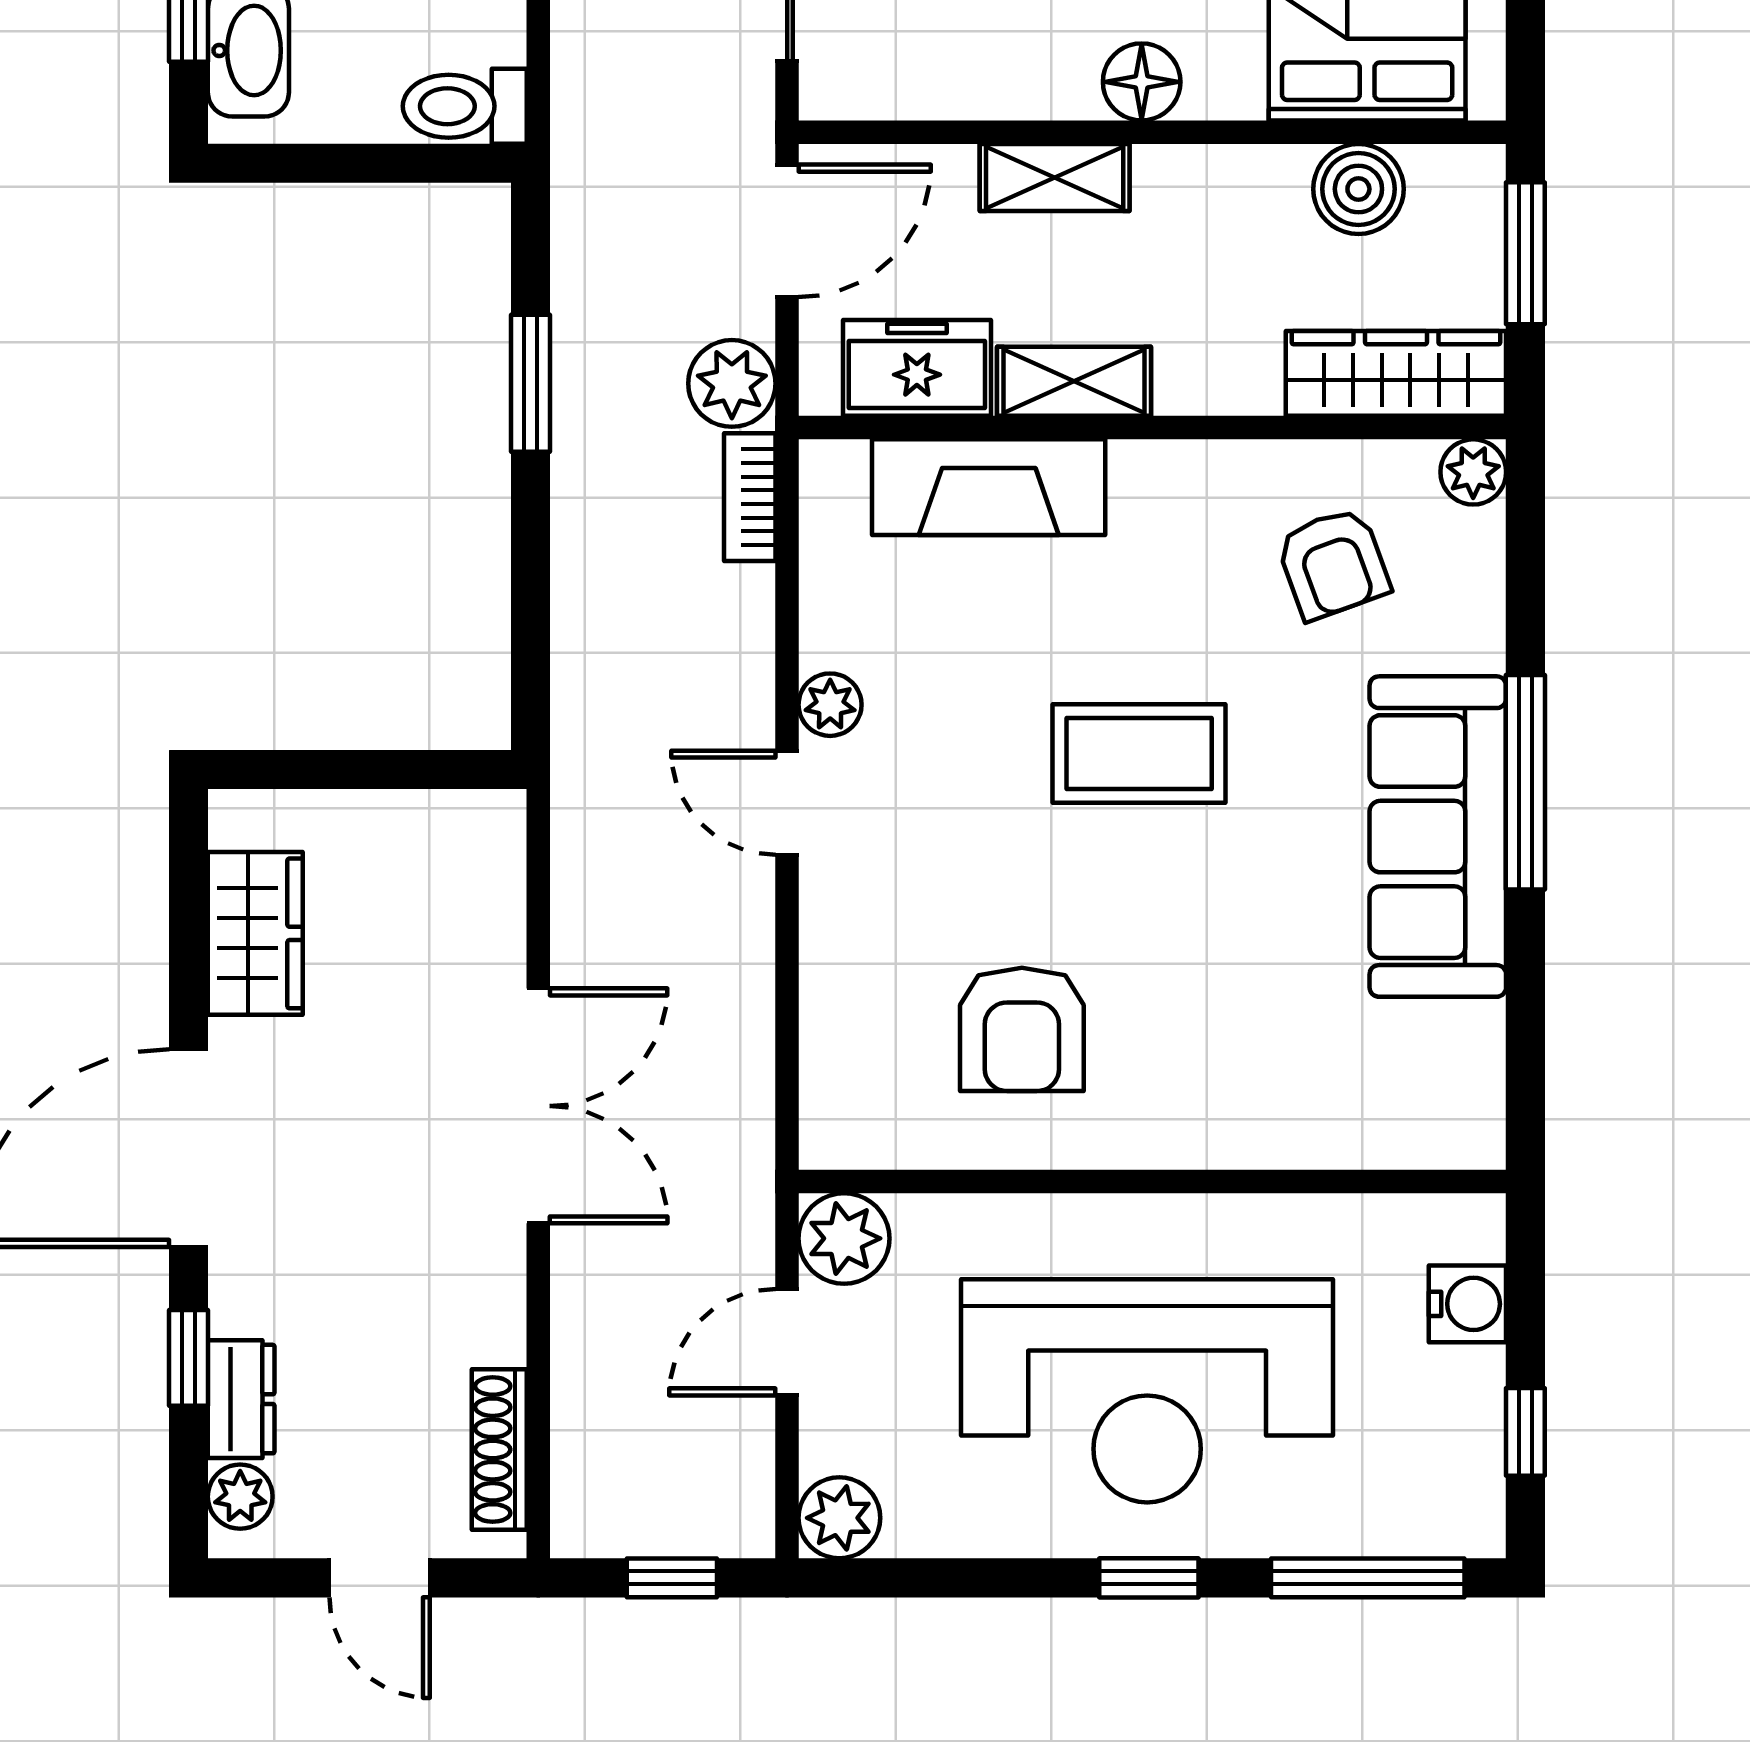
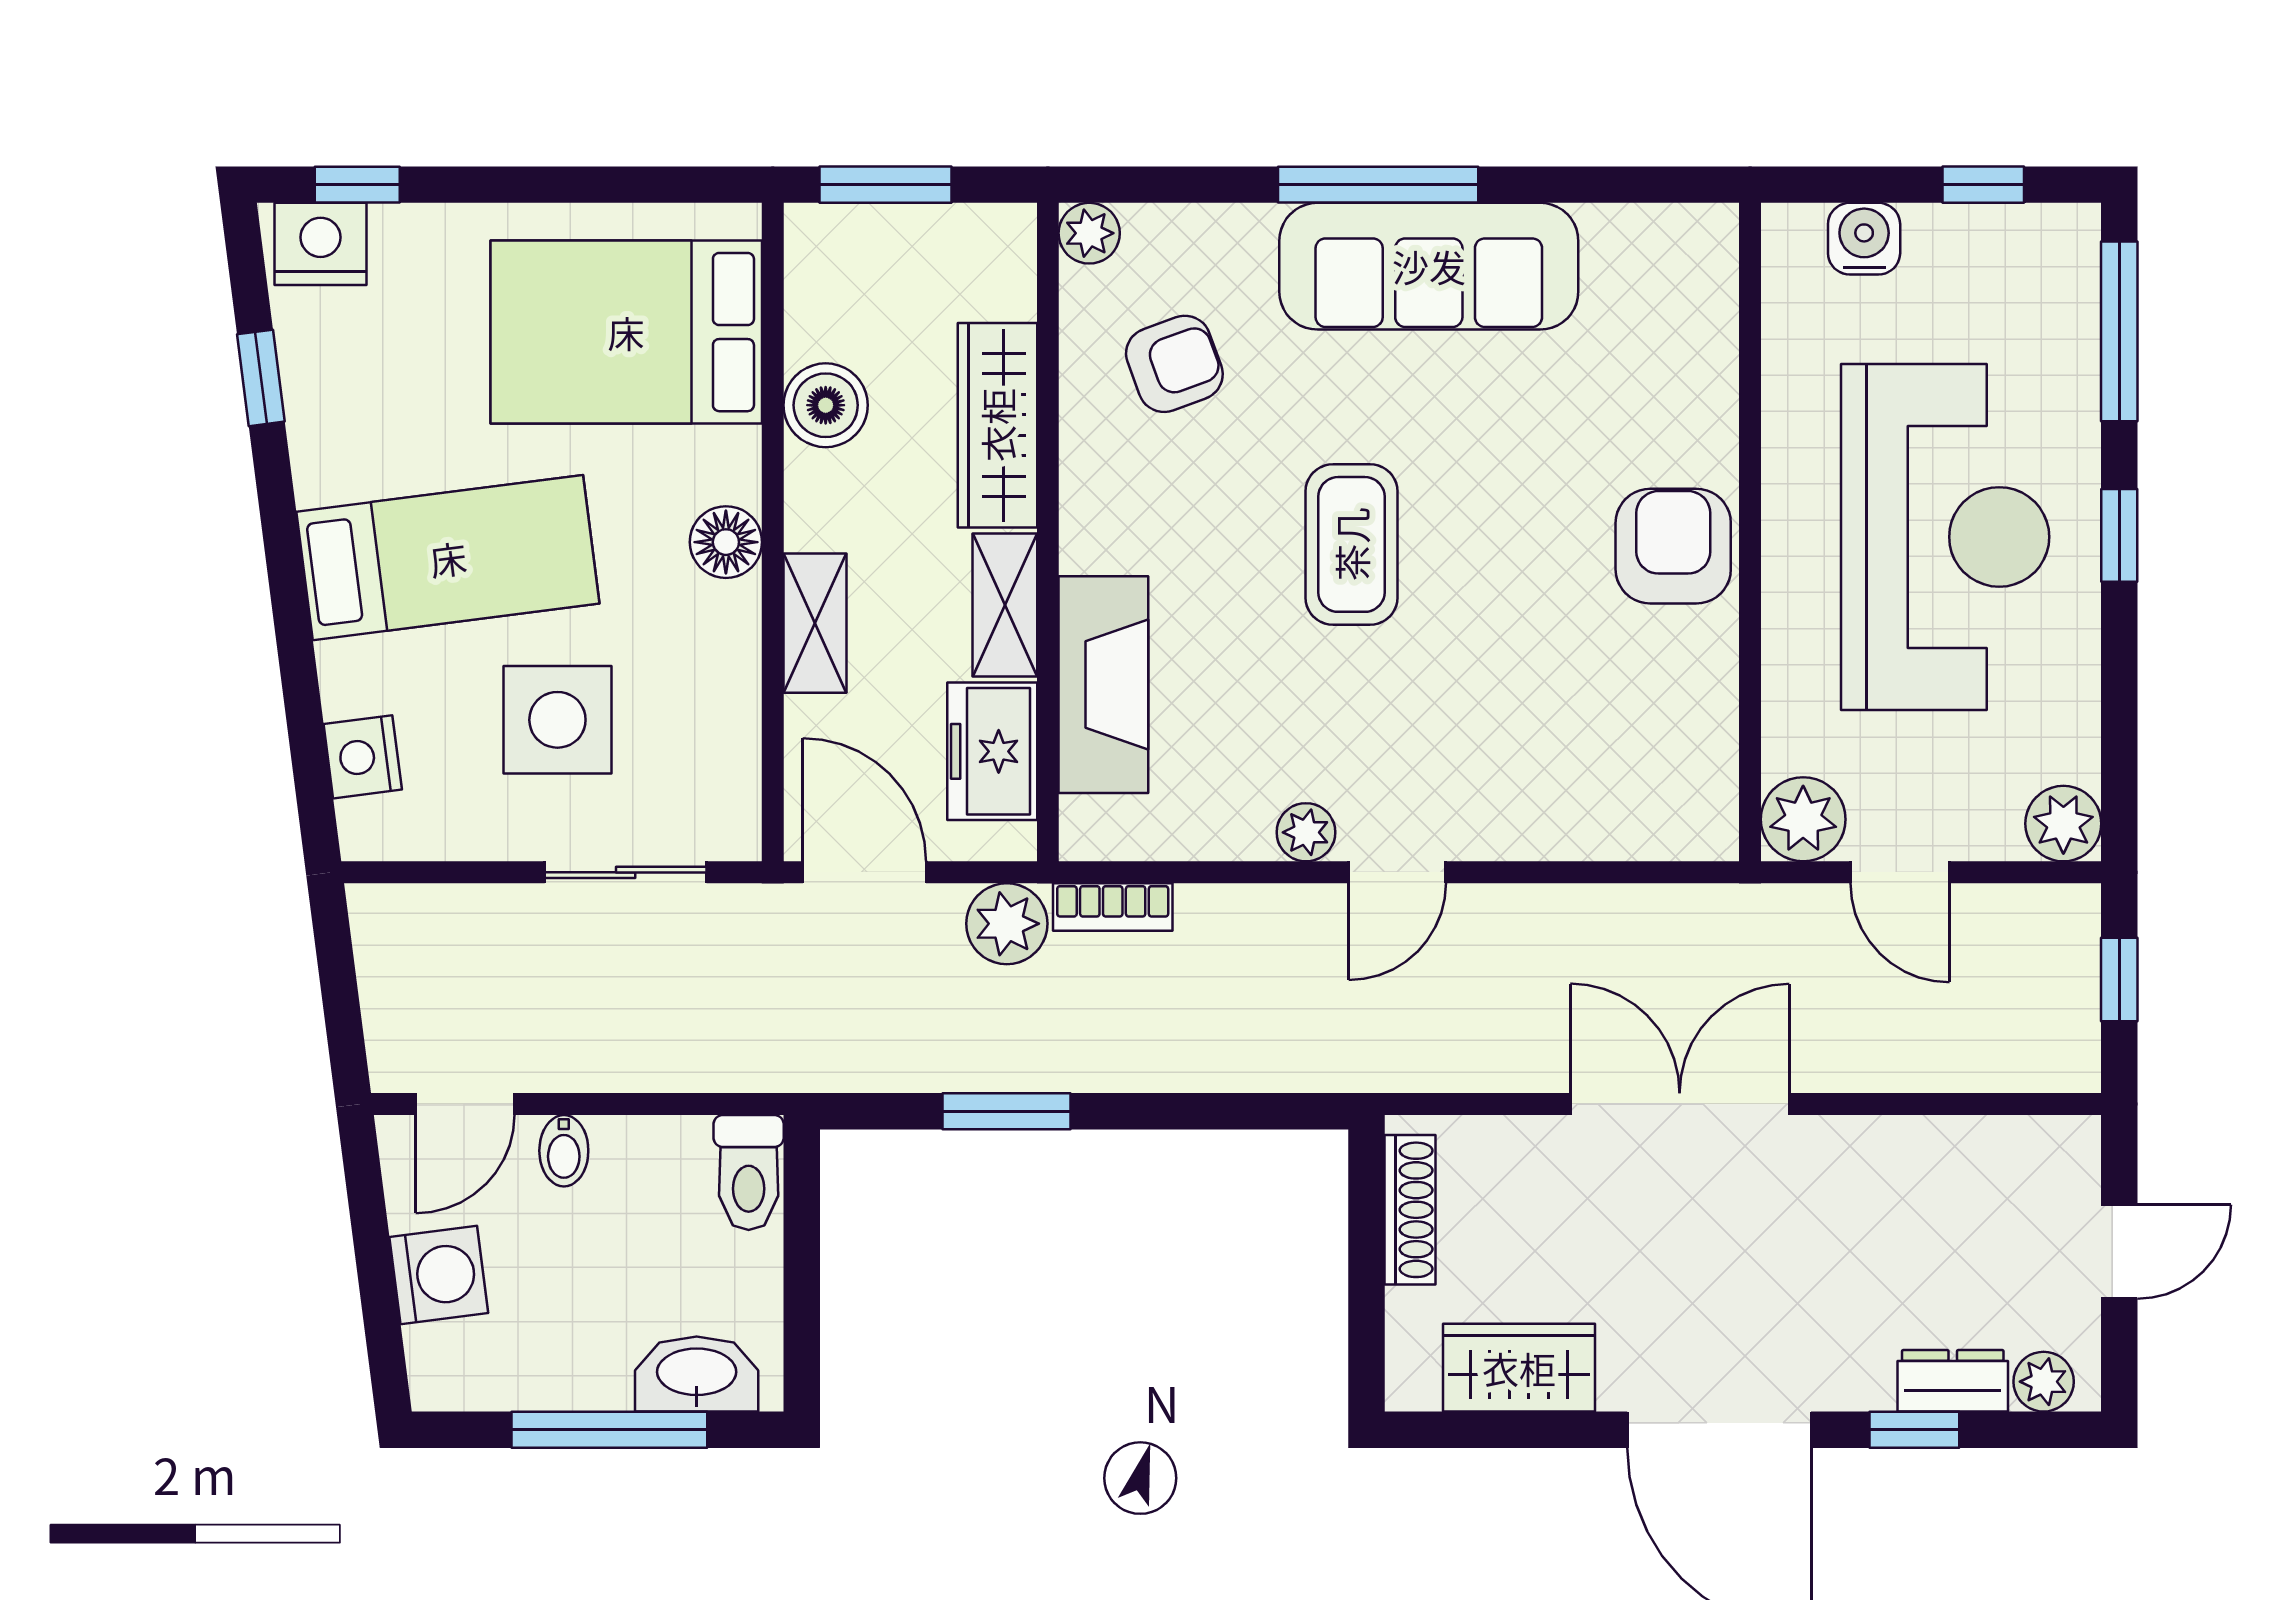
boiler: (1358, 189) -> (826, 405), moved
wardrobe: (1396, 373) -> (997, 425), moved
armchair: (1022, 1029) -> (1673, 546), moved, turned -90
shoe rack: (499, 1449) -> (1410, 1210), moved, turned -90

